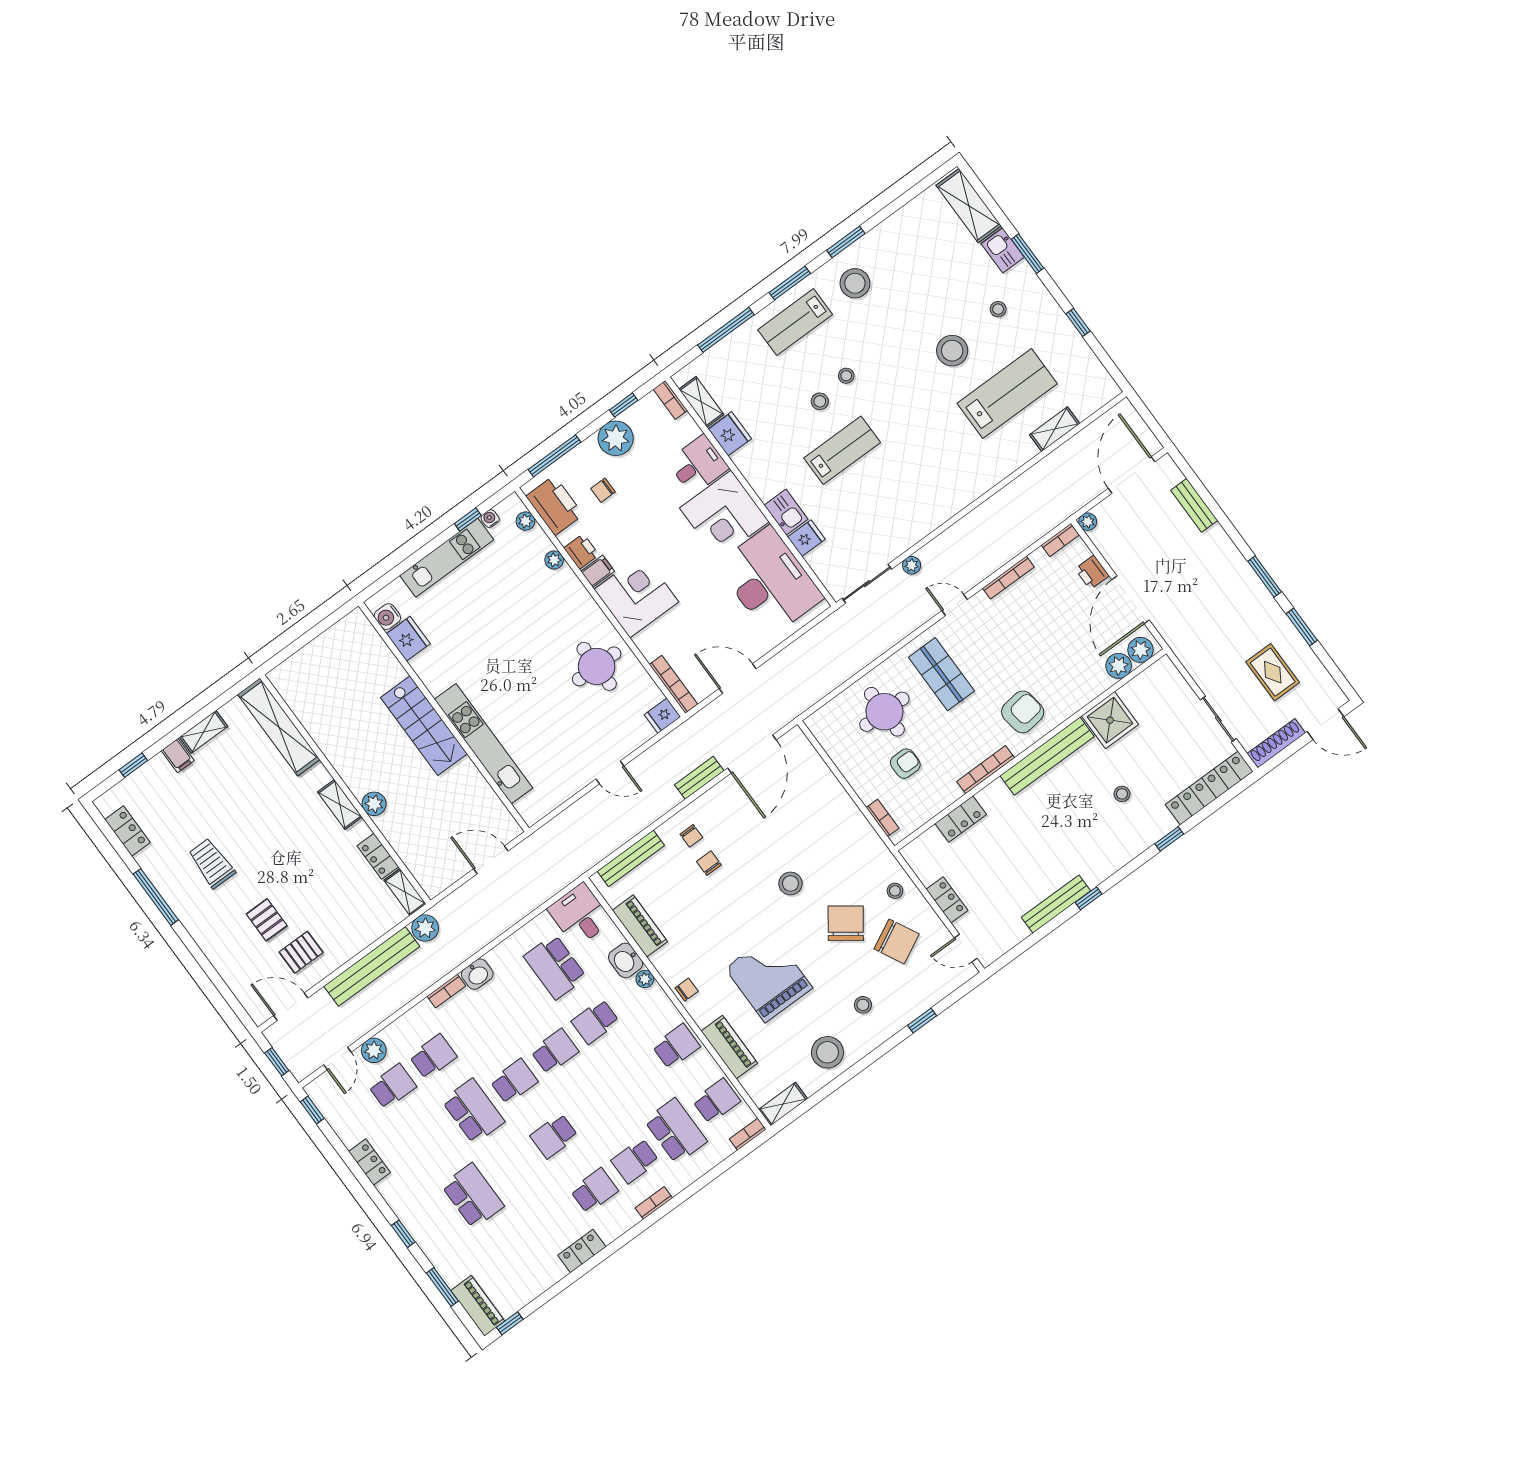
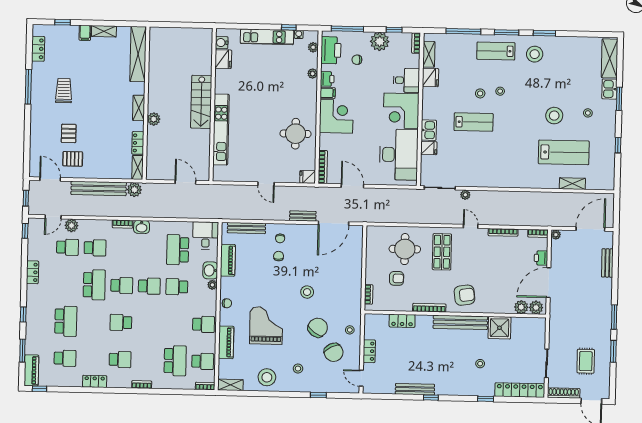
school desk: (635, 1161) -> (65, 358), moved, turned 180

